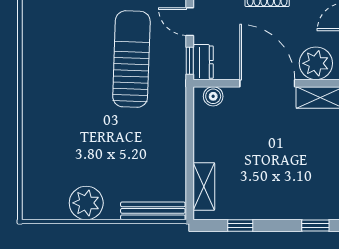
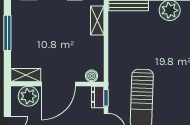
door: (267, 83) -> (58, 84), hinge flipped

